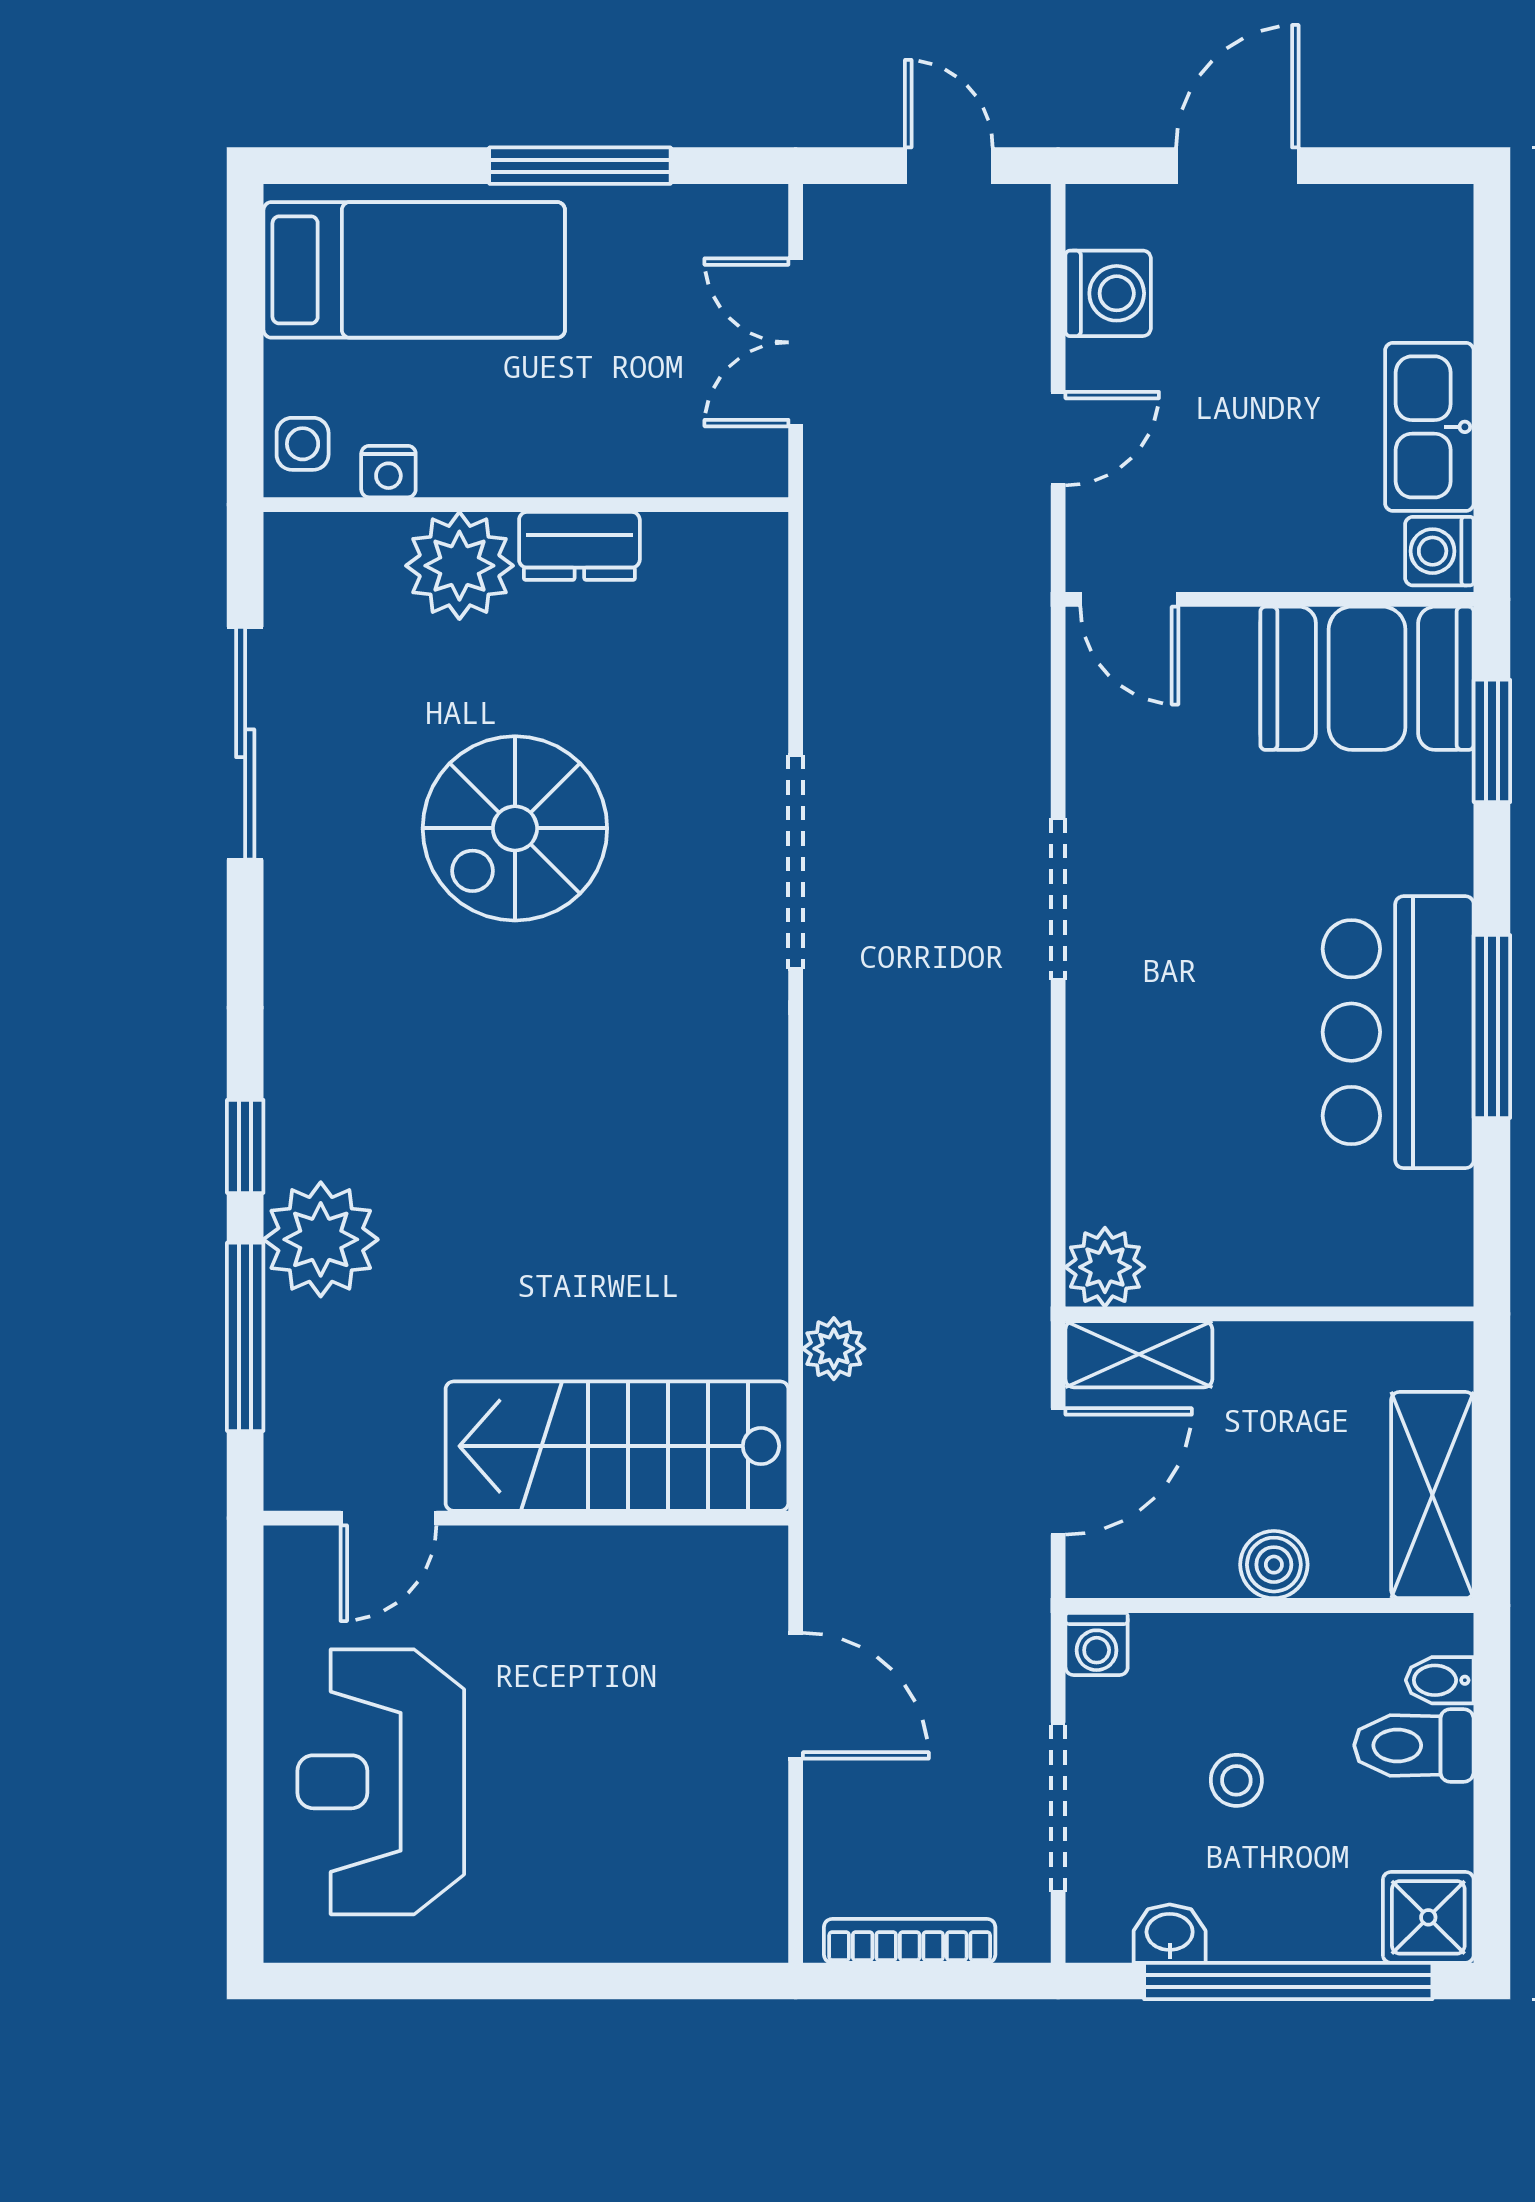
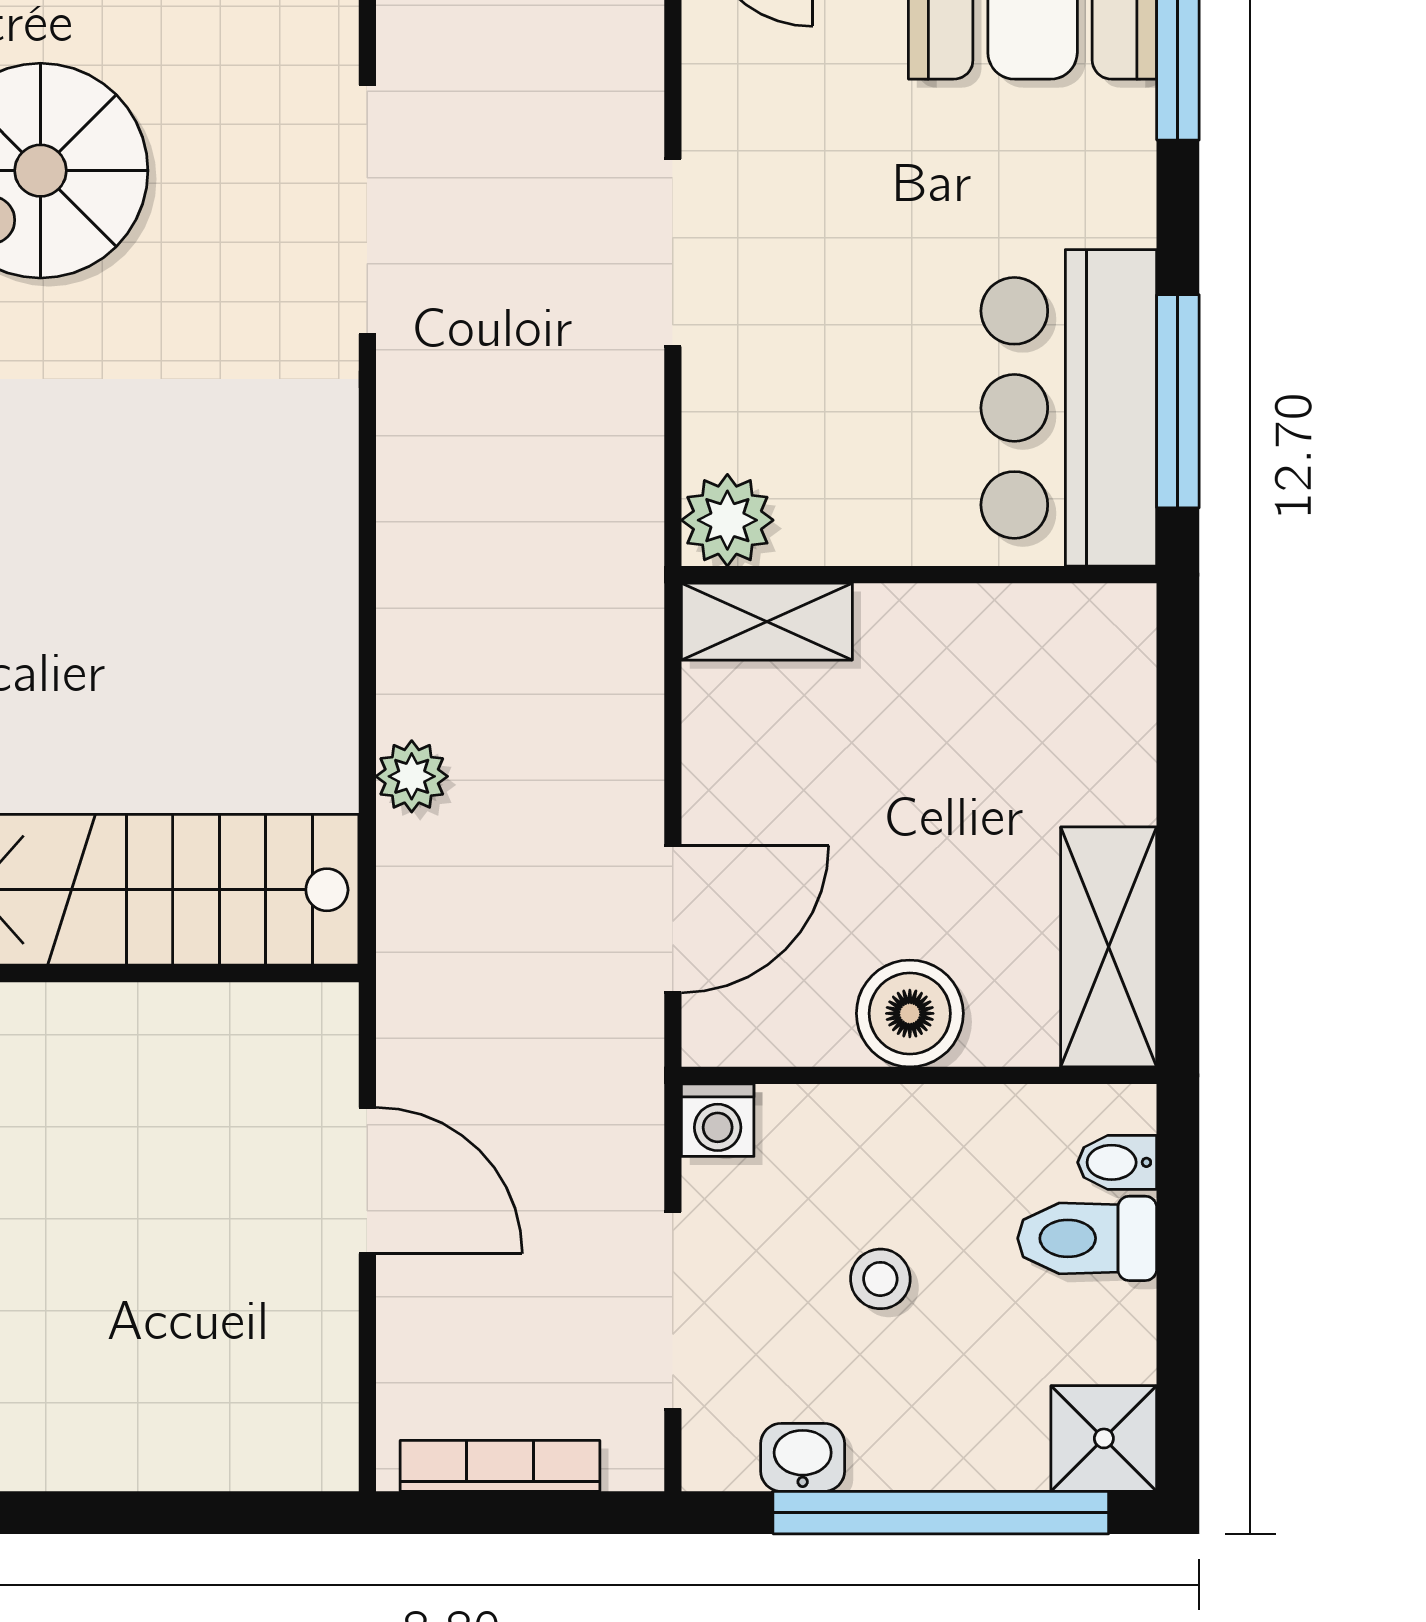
plant: (1105, 1267) -> (727, 520), moved
wall: (1270, 1314) -> (919, 575), moved
shelving: (1139, 1354) -> (767, 622), moved
boiler: (1274, 1565) -> (910, 1013), width x1.36, depth x1.36

